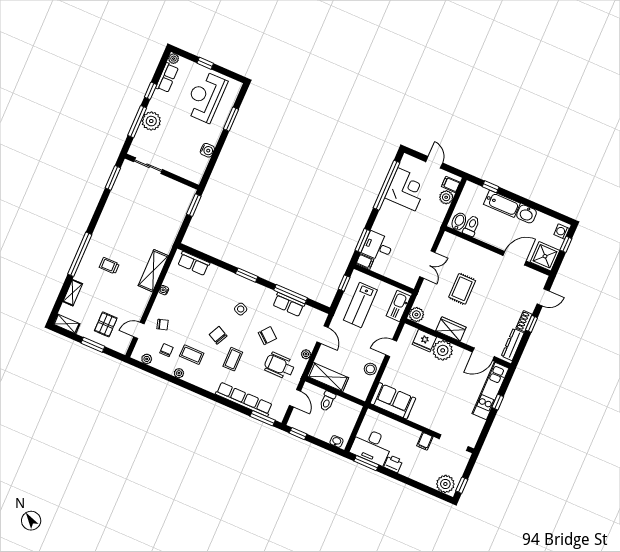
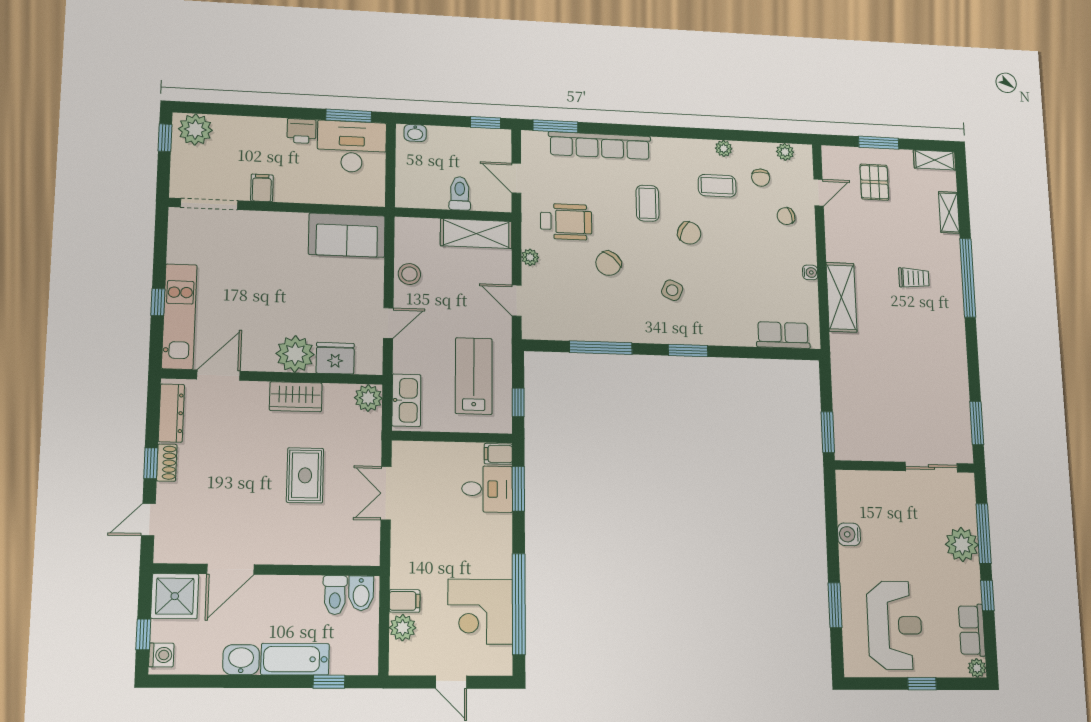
filing cabinet: (451, 184) -> (405, 601), moved
row of seats: (289, 304) -> (596, 329), removed

